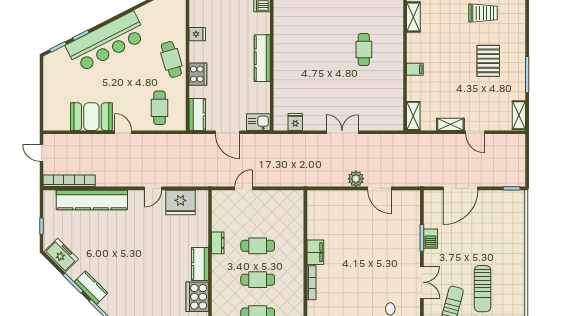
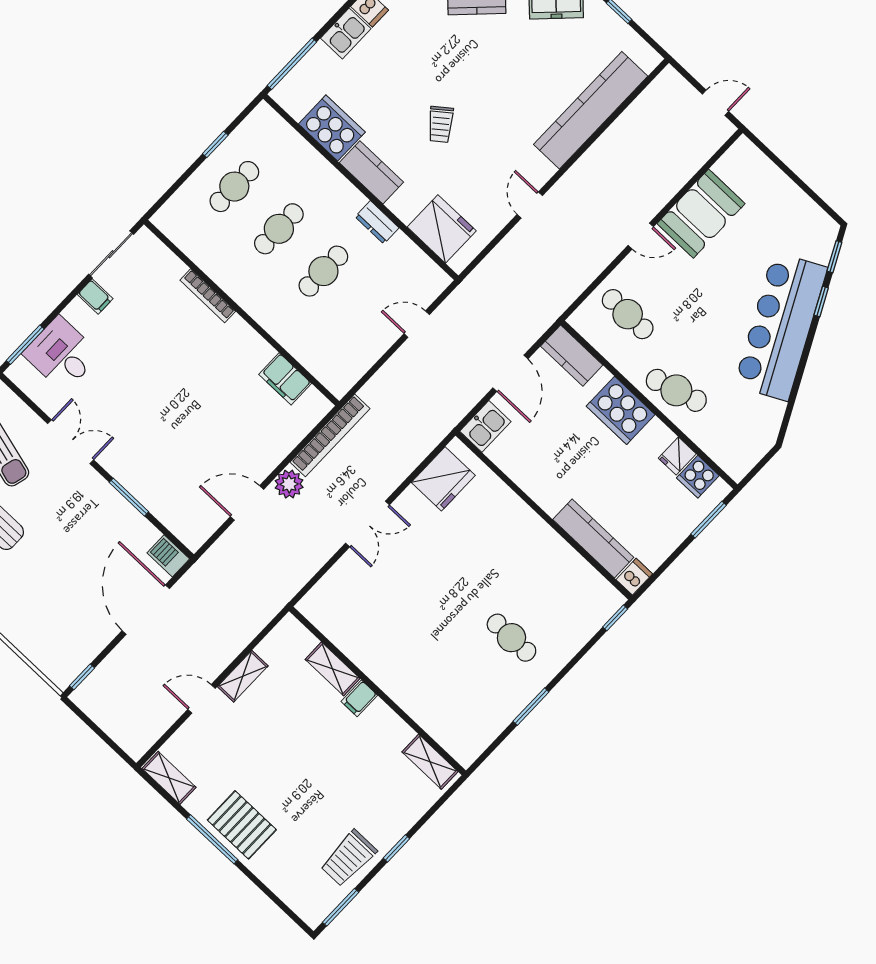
cooker: (198, 18) -> (698, 477), added
cafe table: (364, 49) -> (511, 638), moved
kitchen counter: (262, 58) -> (593, 538), moved
pallet: (488, 61) -> (242, 825), moved
cooker: (198, 74) -> (621, 410), width x1.37, depth x1.31
shelving: (413, 116) -> (333, 669), moved
fridge: (295, 122) -> (443, 479), width x1.88, depth x1.34
door: (228, 132) -> (510, 373), swing flipped
bookcase: (69, 181) -> (330, 435), moved
door: (243, 188) -> (417, 324), swing flipped
fridge: (180, 202) -> (442, 229), moved, turned 90
barbecue: (430, 239) -> (168, 556), moved
filing cabinet: (315, 252) -> (285, 379), moved
trolley: (154, 255) -> (441, 124), added
double door: (422, 282) -> (71, 442), swing flipped

